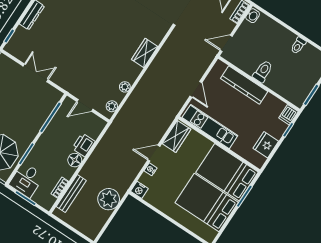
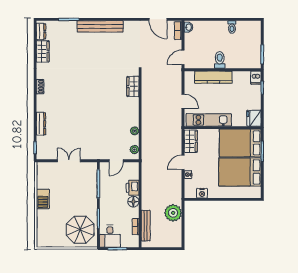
wardrobe: (145, 53) -> (133, 87), moved
fridge: (266, 145) -> (254, 118), moved
nightstand: (139, 190) -> (202, 193), moved

